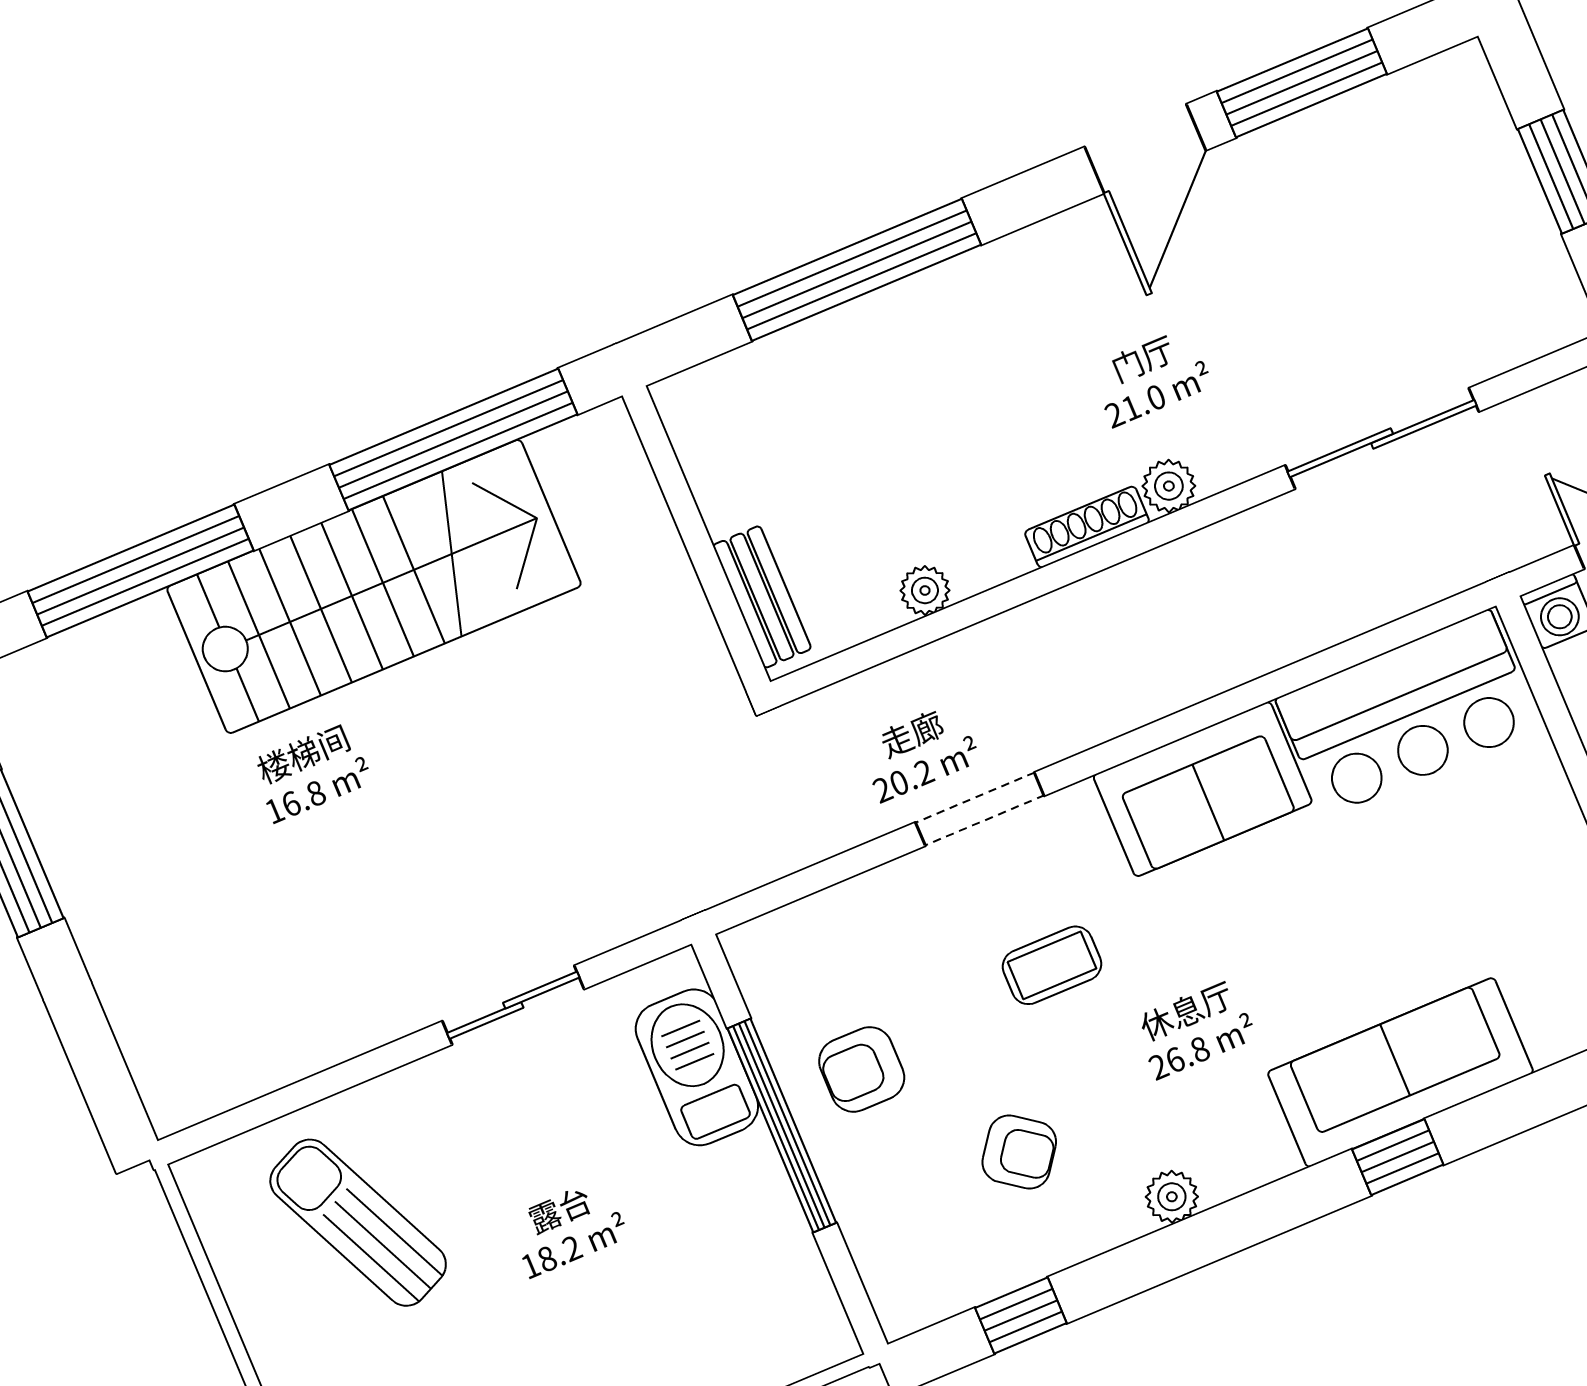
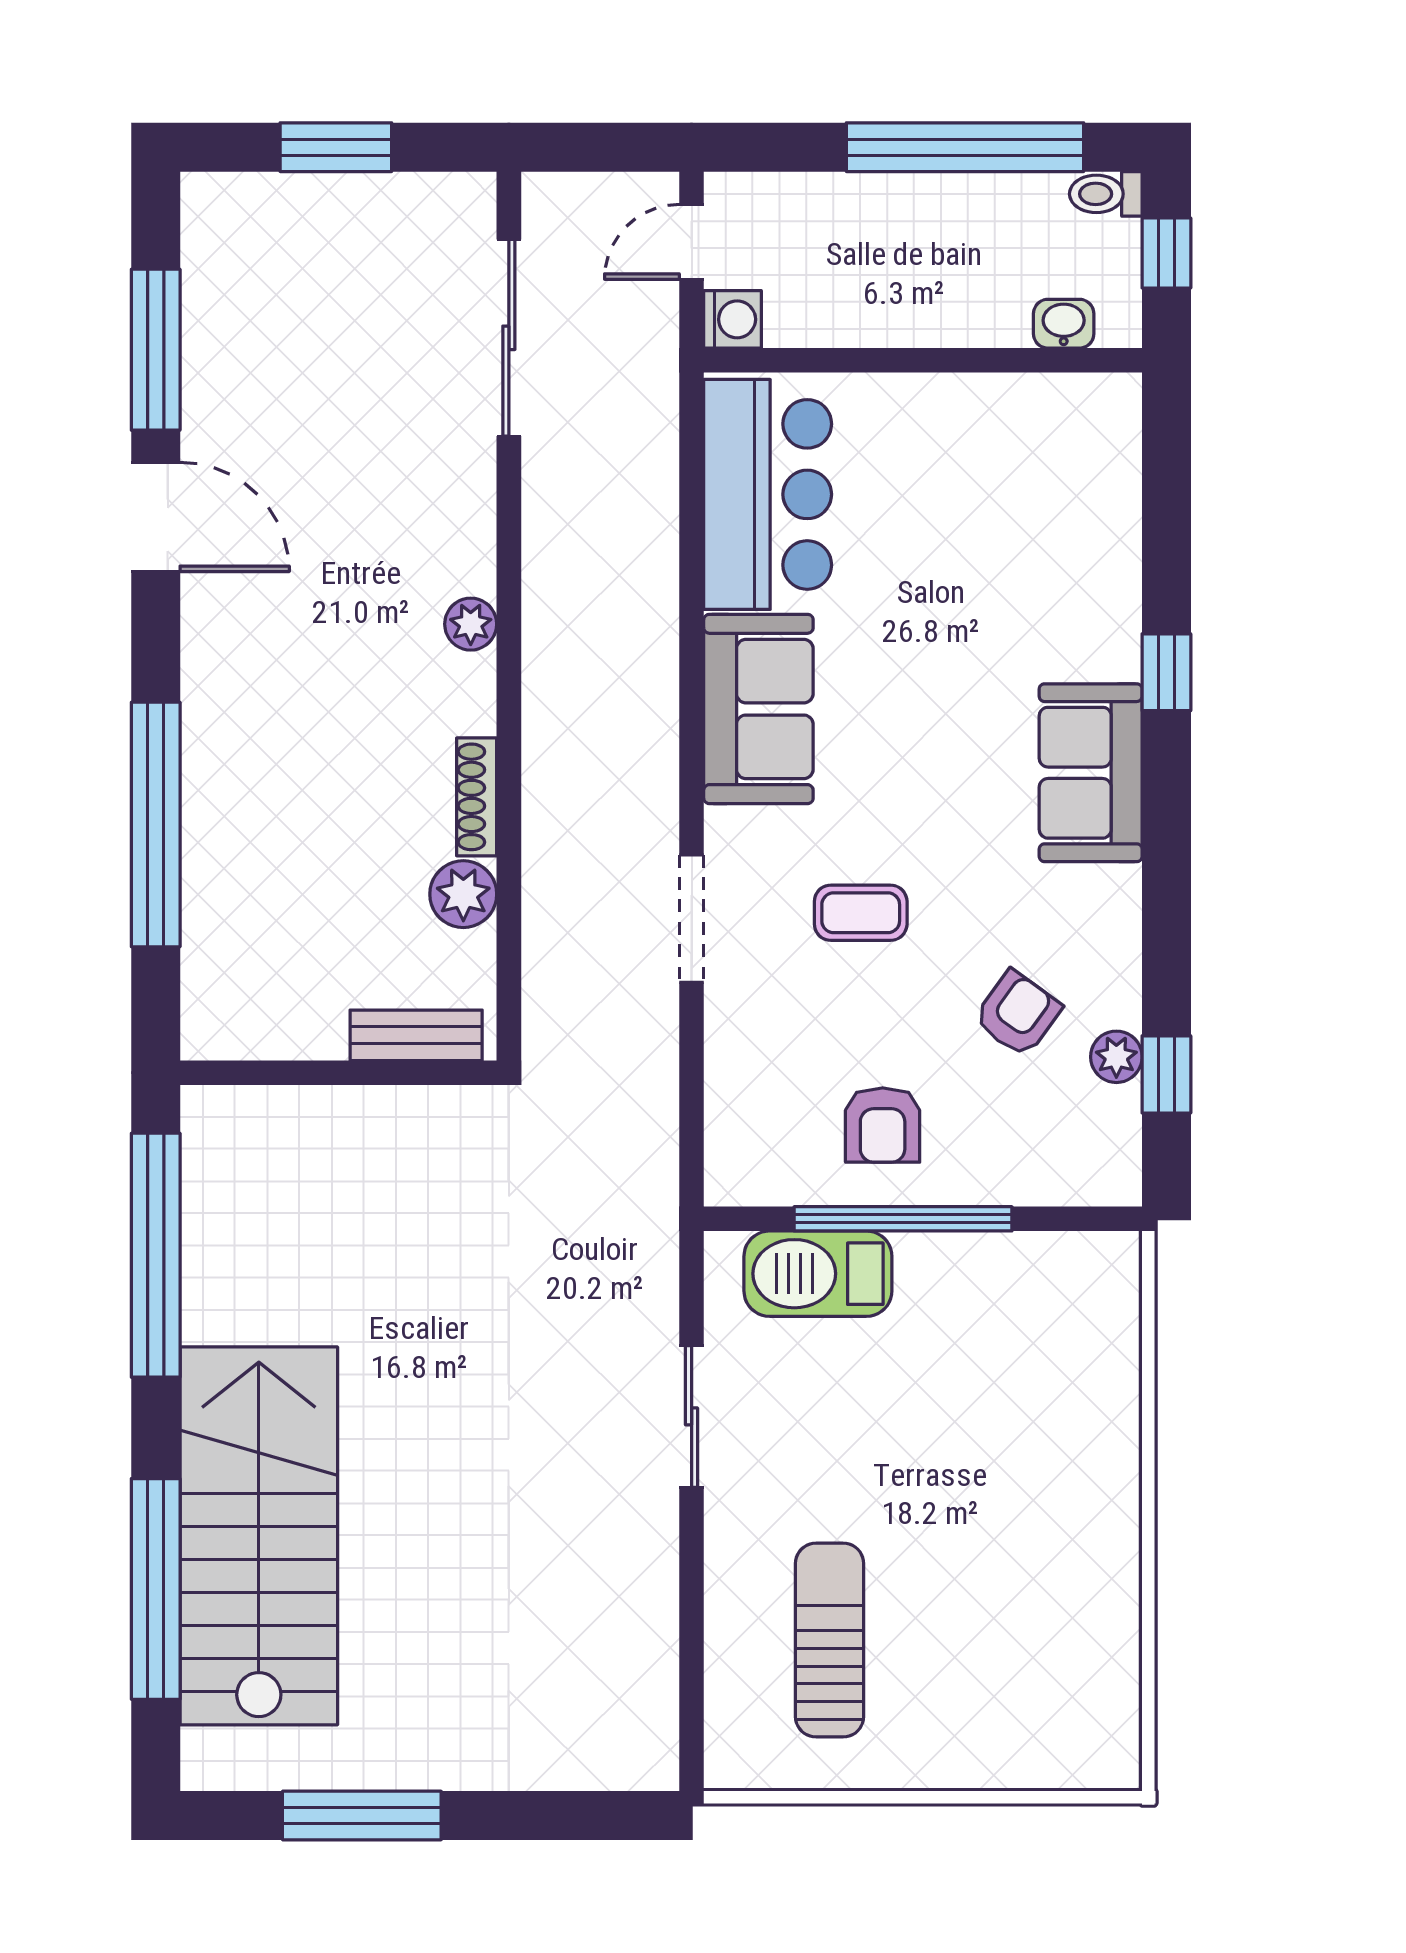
sliding door: (1382, 439) -> (509, 338), moved
shoe rack: (1087, 527) -> (477, 797), moved
stairs: (374, 587) -> (259, 1536), moved
plant: (925, 590) -> (463, 894), width x1.38, depth x1.38
coffee table: (1052, 965) -> (861, 913), turned 90
sofa: (1400, 1072) -> (1091, 773), moved, width x0.73
plant: (1172, 1197) -> (1116, 1057), moved
sun lounger: (358, 1223) -> (830, 1640), turned 115

